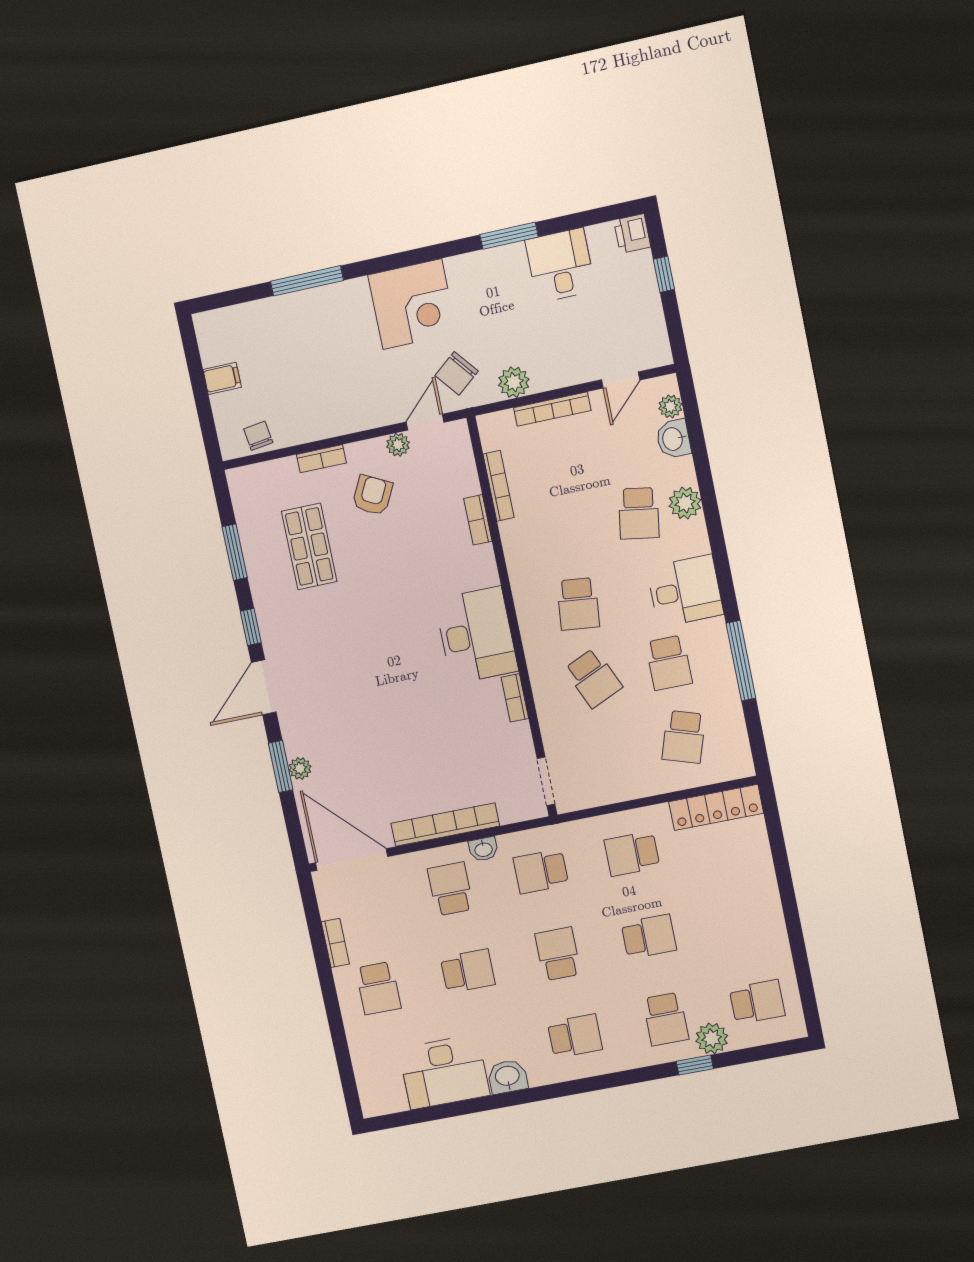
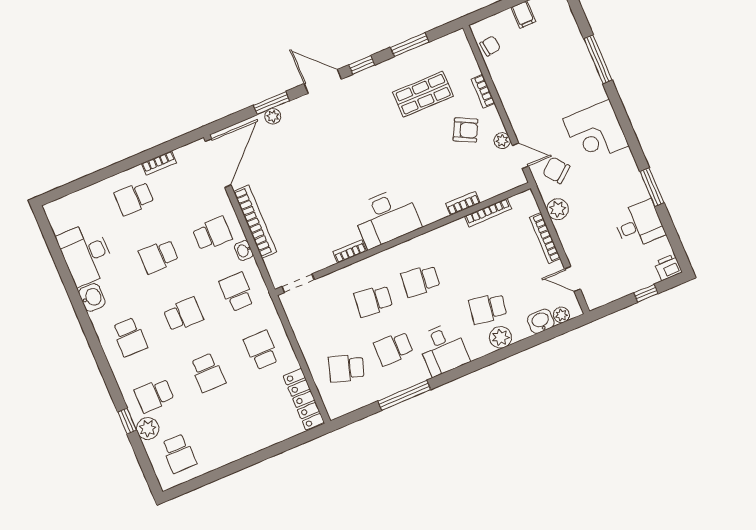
school desk: (593, 678) -> (373, 301), turned 30
school desk: (468, 971) -> (159, 256), turned 90

